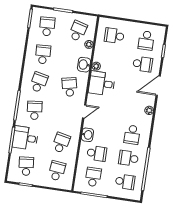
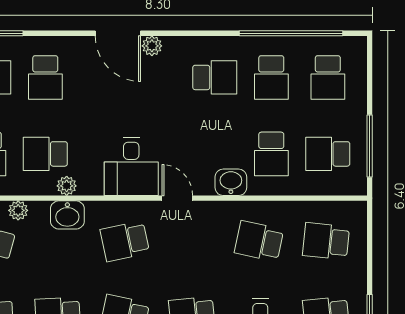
school desk: (111, 59) -> (45, 154), added
school desk: (143, 64) -> (45, 77), turned 180
desk: (102, 83) -> (131, 167), moved
door: (158, 86) -> (118, 33), moved
school desk: (97, 153) -> (271, 154), turned 180
school desk: (125, 182) -> (328, 77), turned 180

